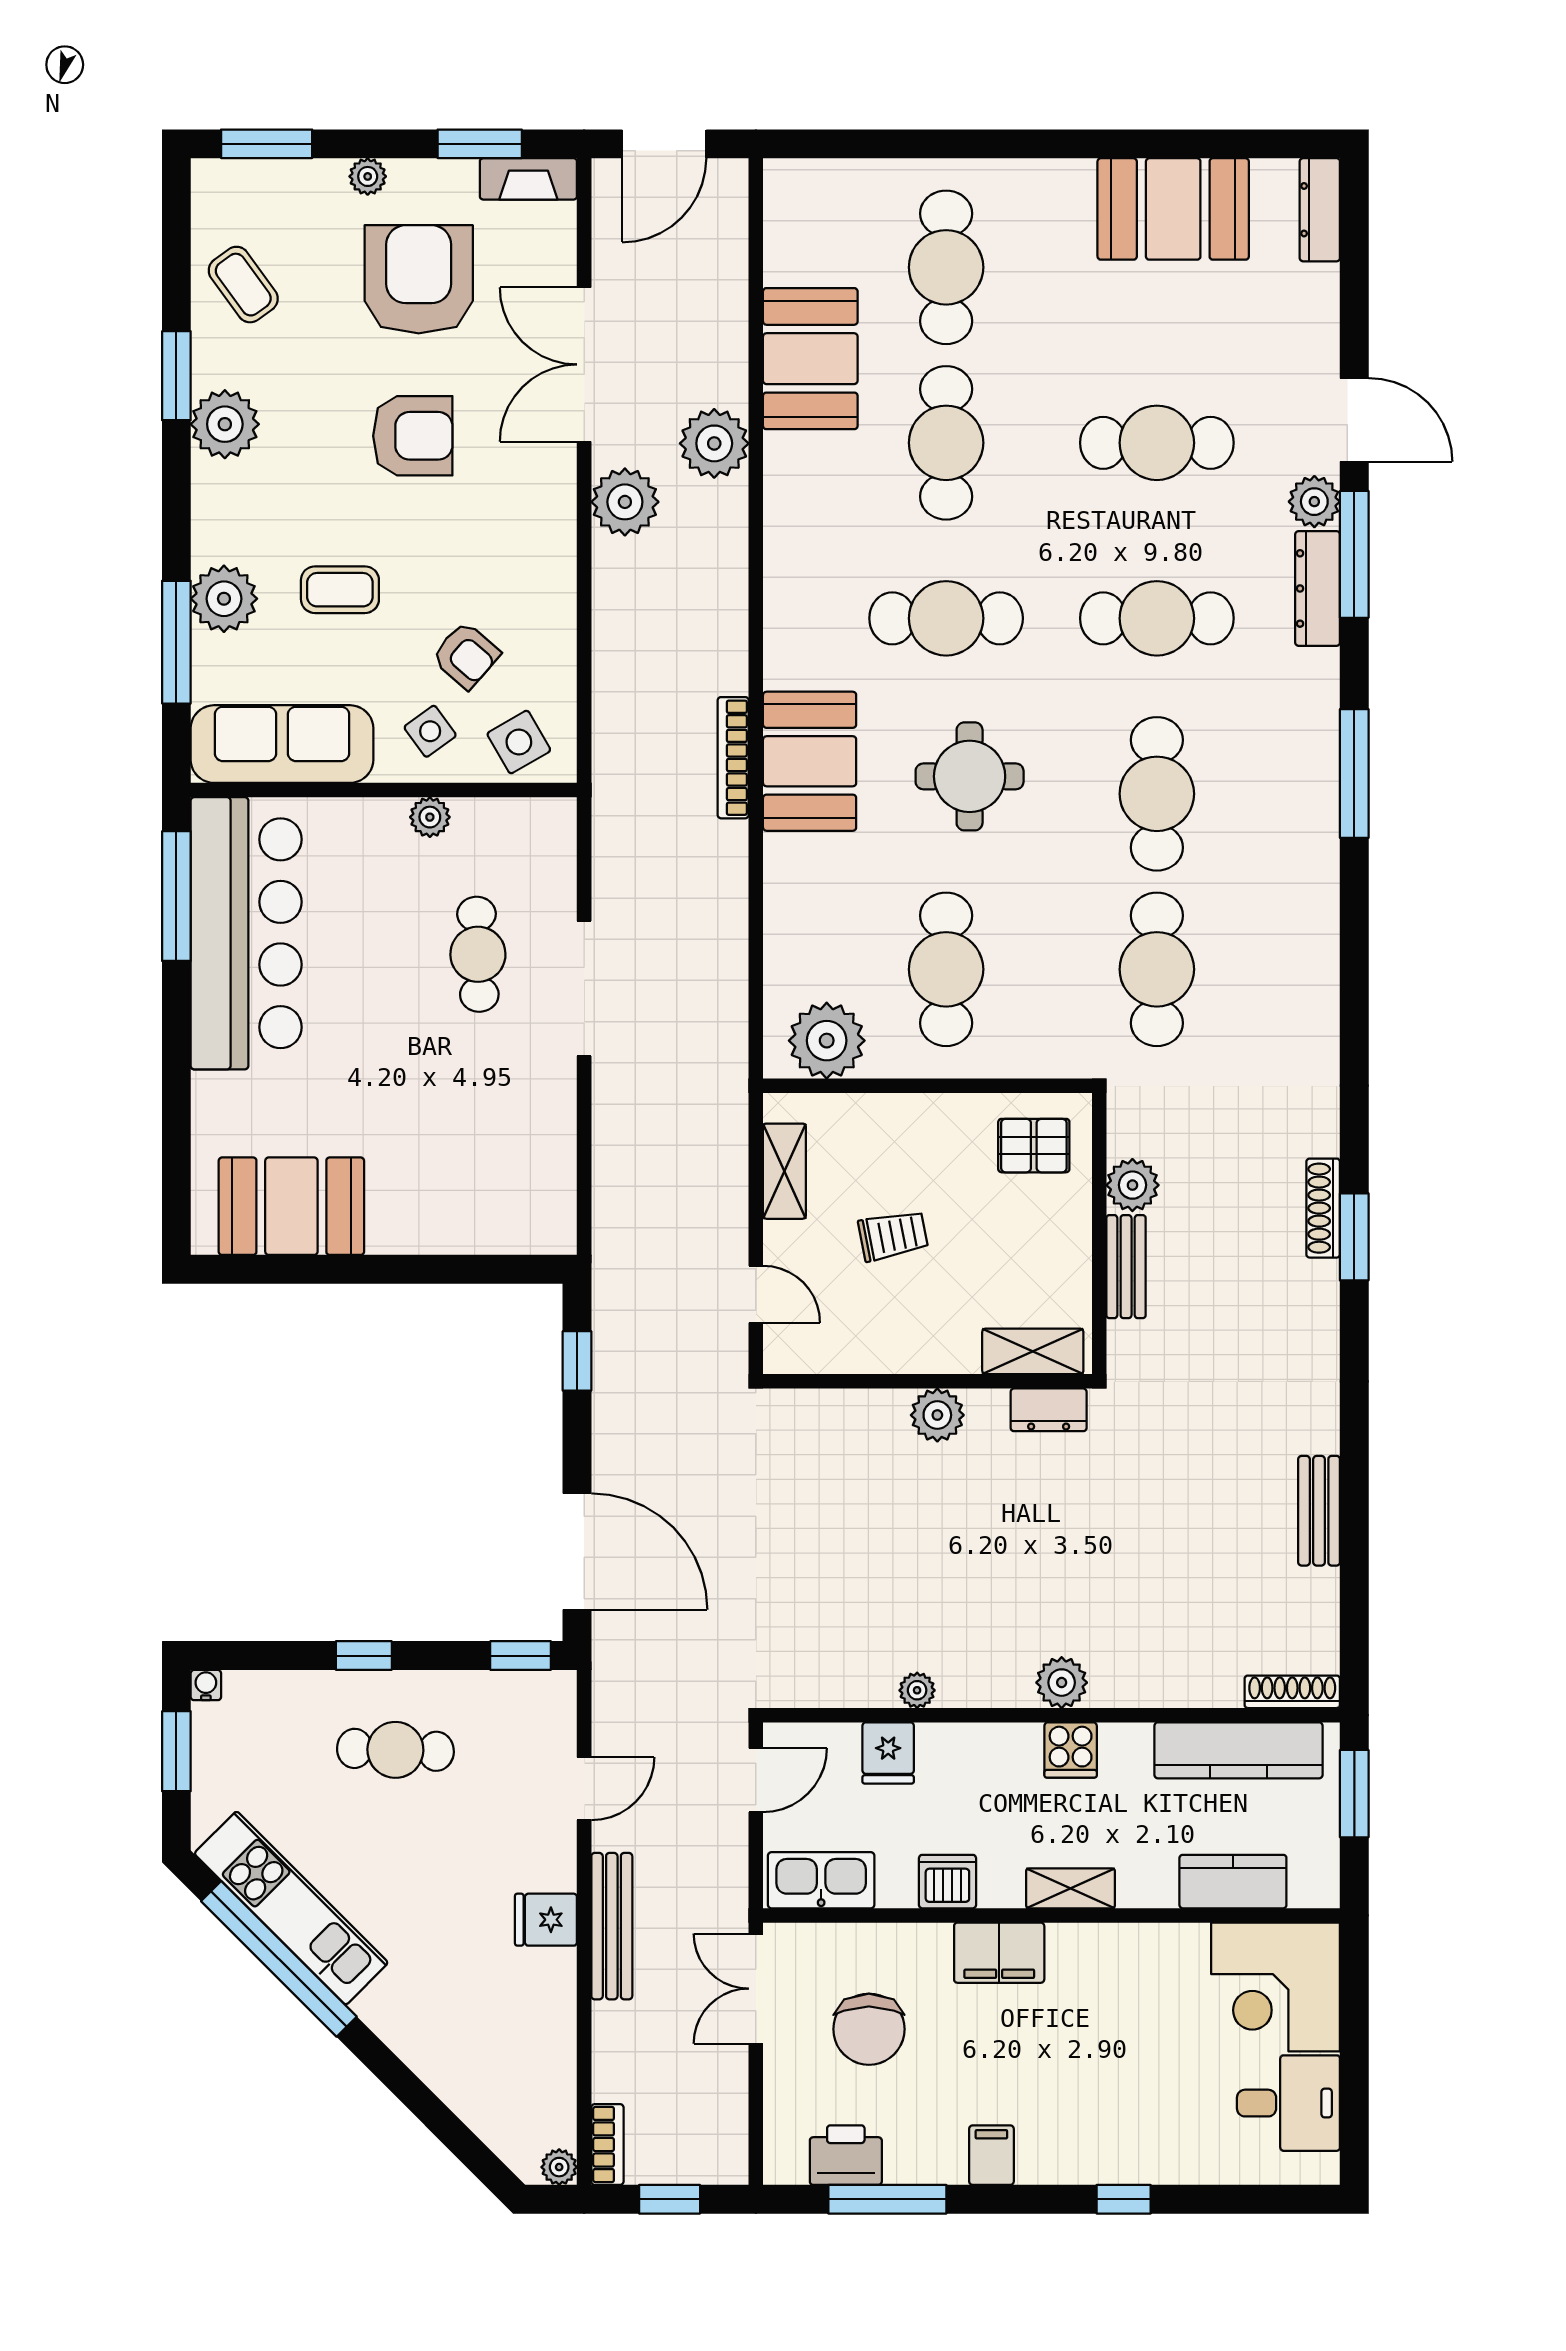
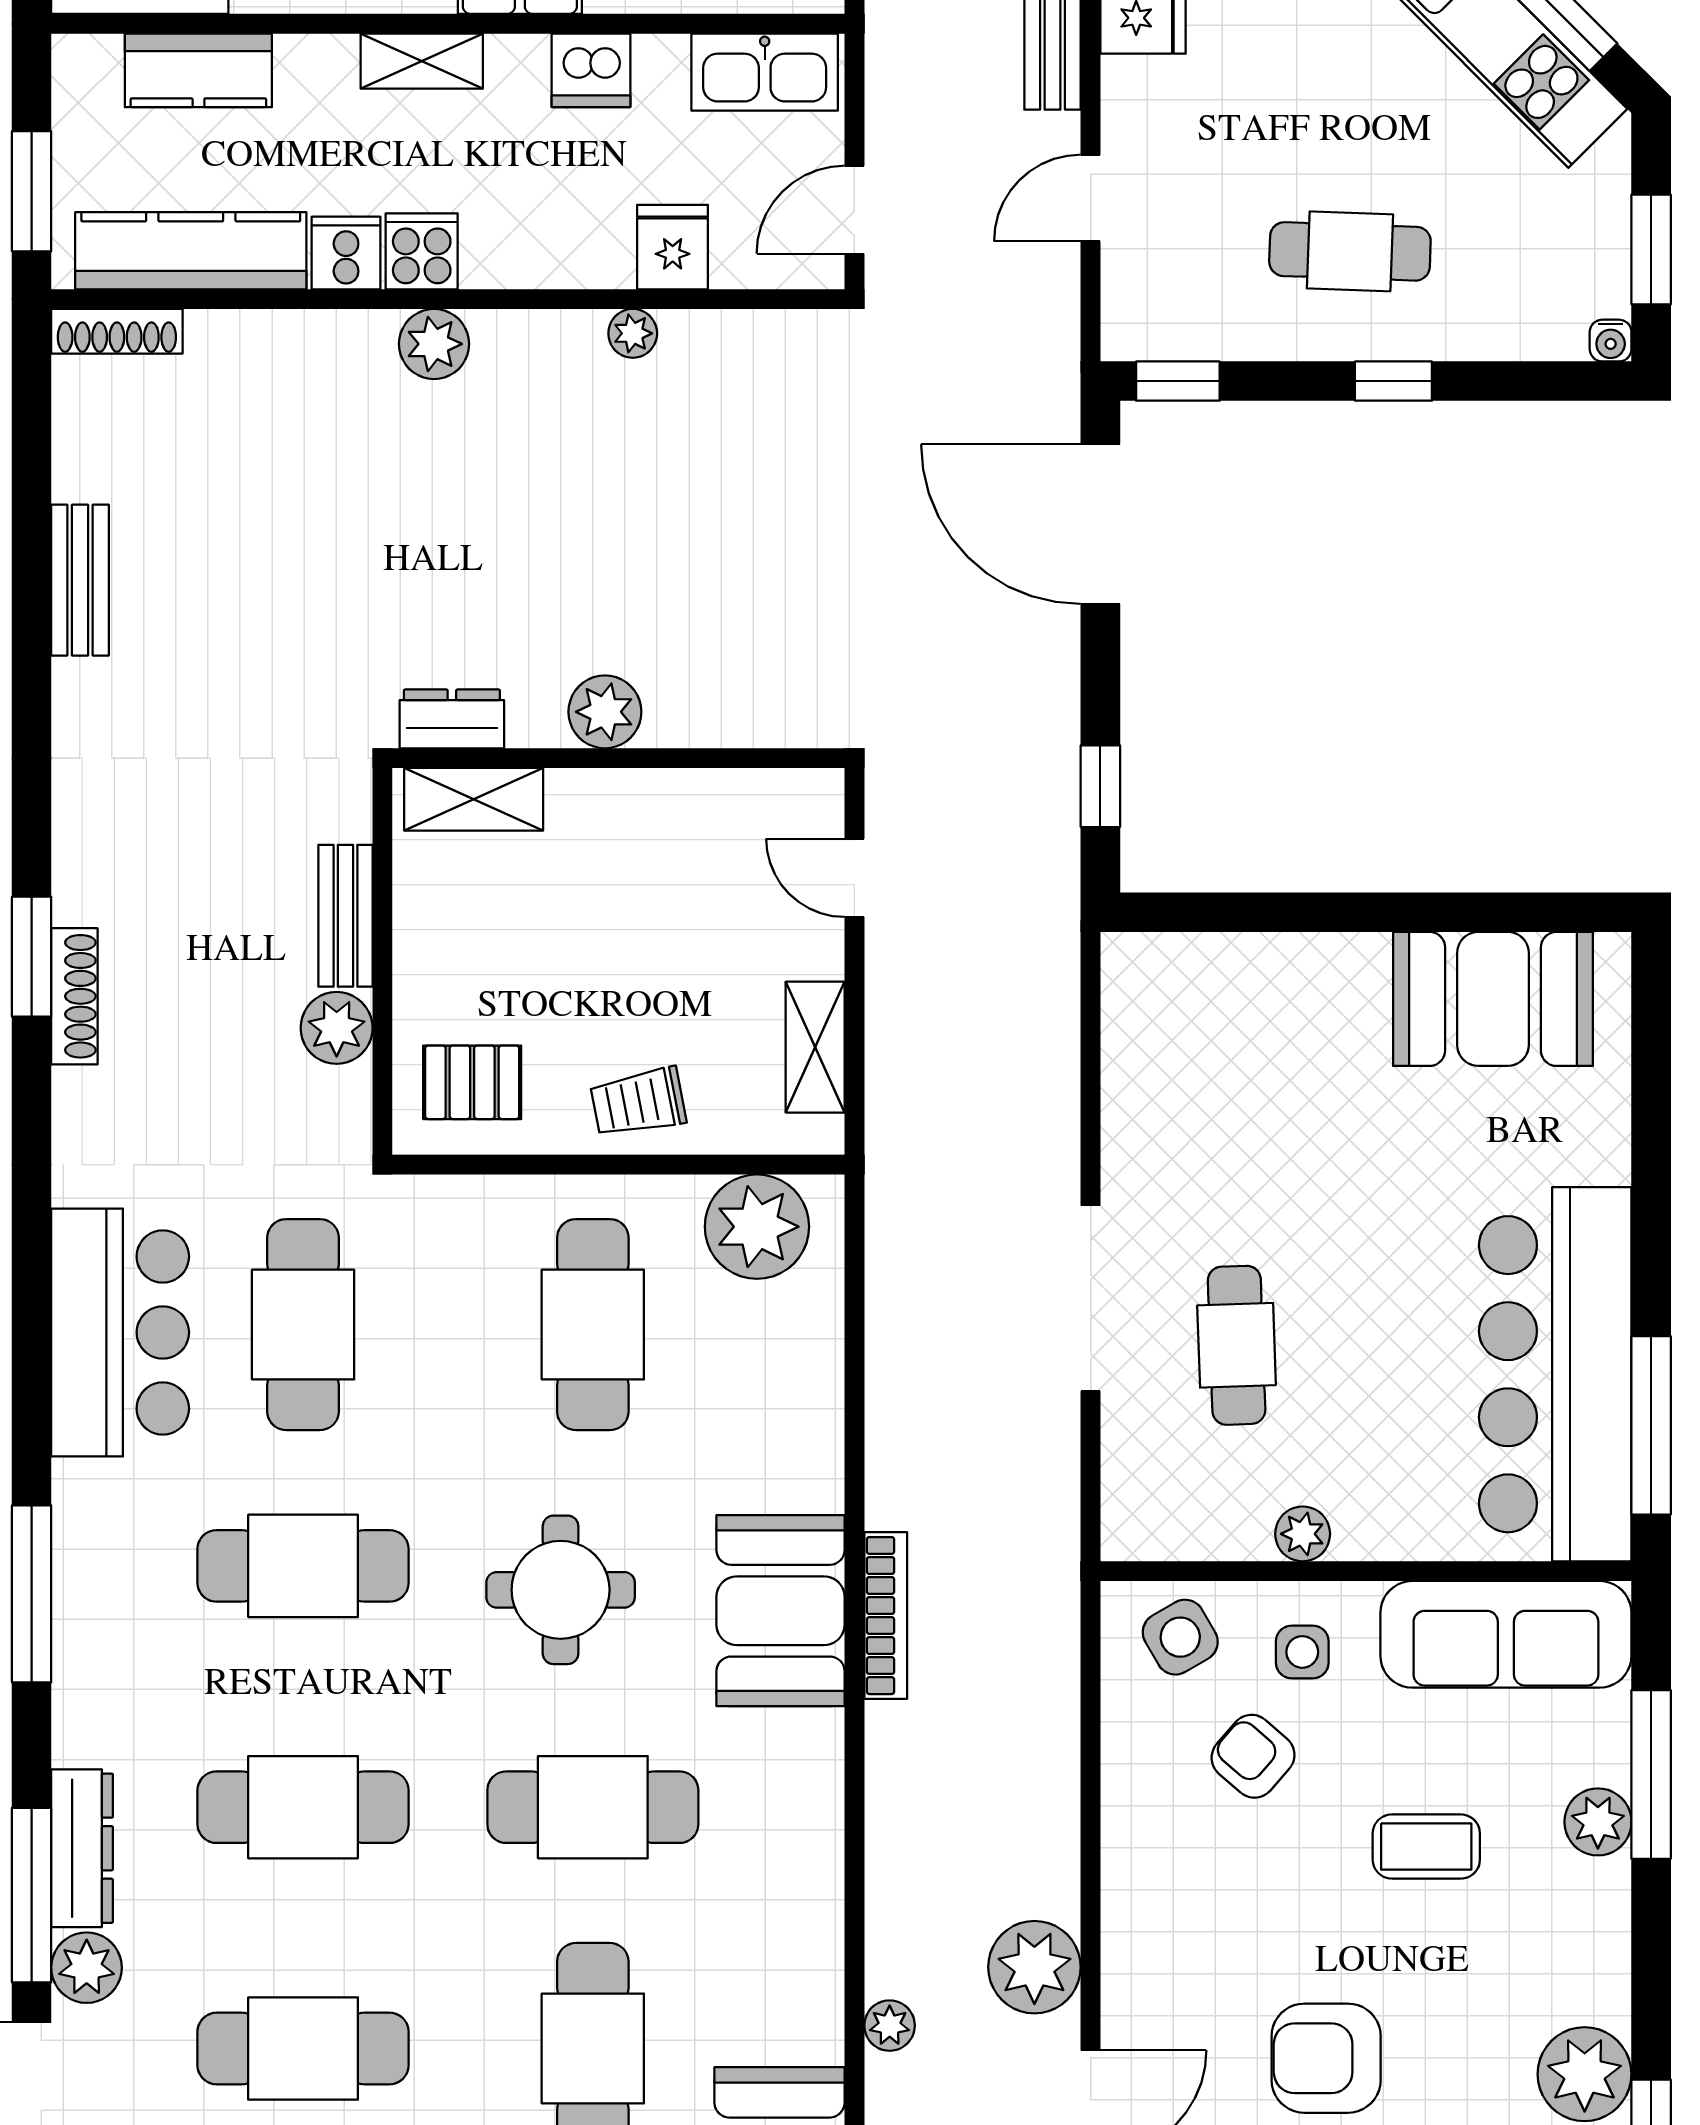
plant: (714, 443) -> (890, 2026), width x0.53, depth x0.53
plant: (224, 599) -> (1598, 1822), width x0.73, depth x0.73
side table: (430, 731) -> (1302, 1652), turned 36
cafe table: (1157, 794) -> (303, 1566), turned 90
bar counter: (1290, 964) -> (120, 1332), added
trolley: (893, 1236) -> (638, 1102), moved
cooker: (1126, 1749) -> (346, 253), added

